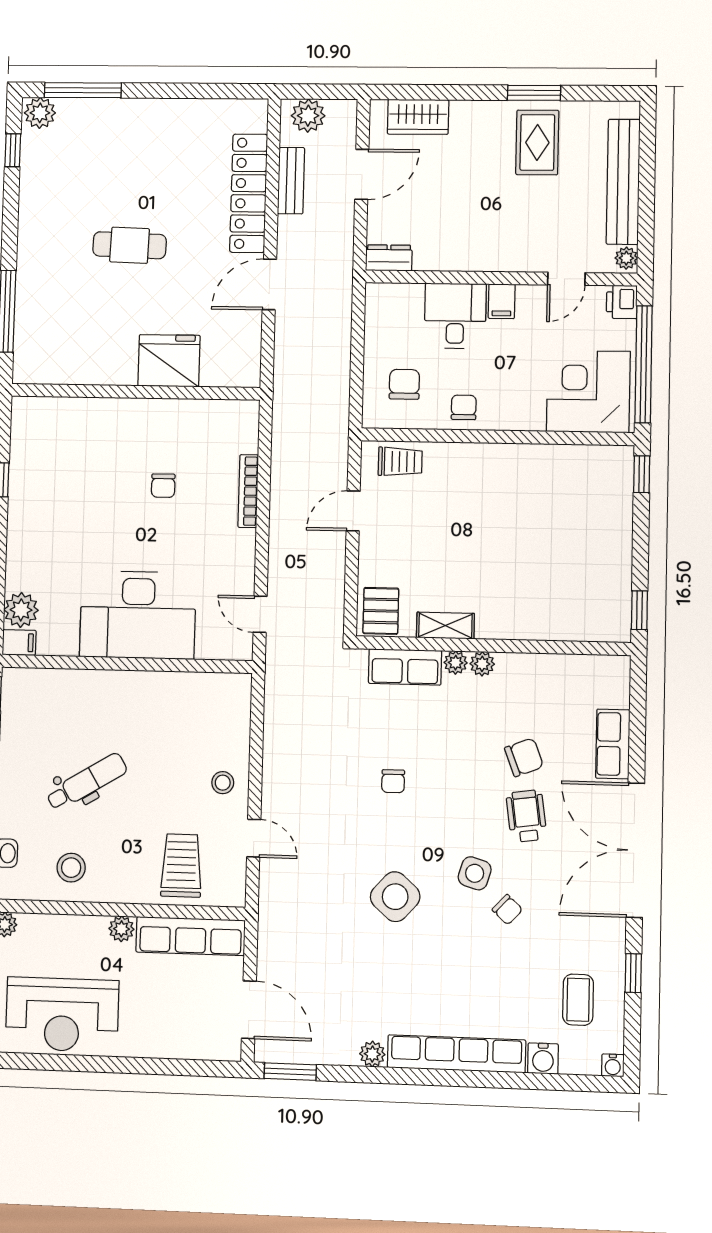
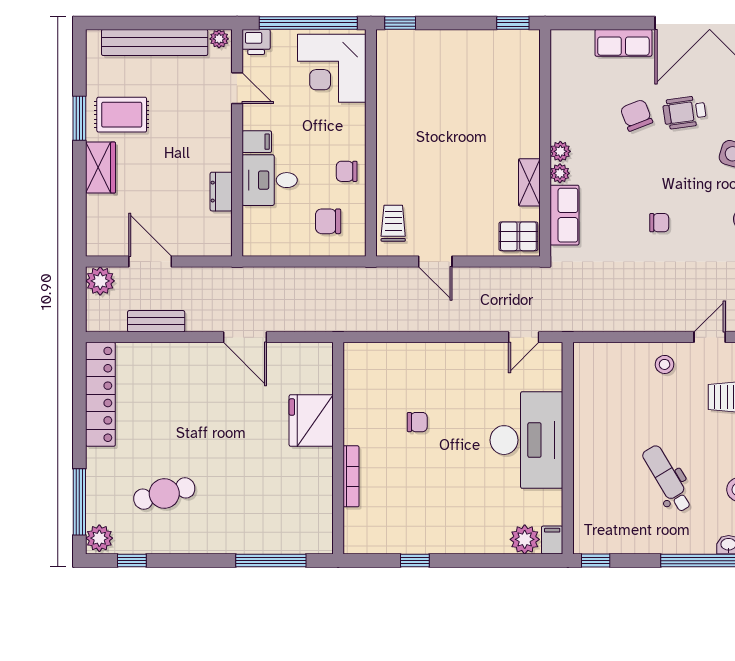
plant: (308, 116) -> (100, 281), moved
wardrobe: (418, 117) -> (101, 168), moved
locker: (249, 193) -> (100, 394), moved, turned -90
cafe table: (130, 245) -> (164, 494), moved, turned 73
dresser: (389, 258) -> (221, 192), moved
bookcase: (248, 491) -> (351, 476), moved, turned -90

